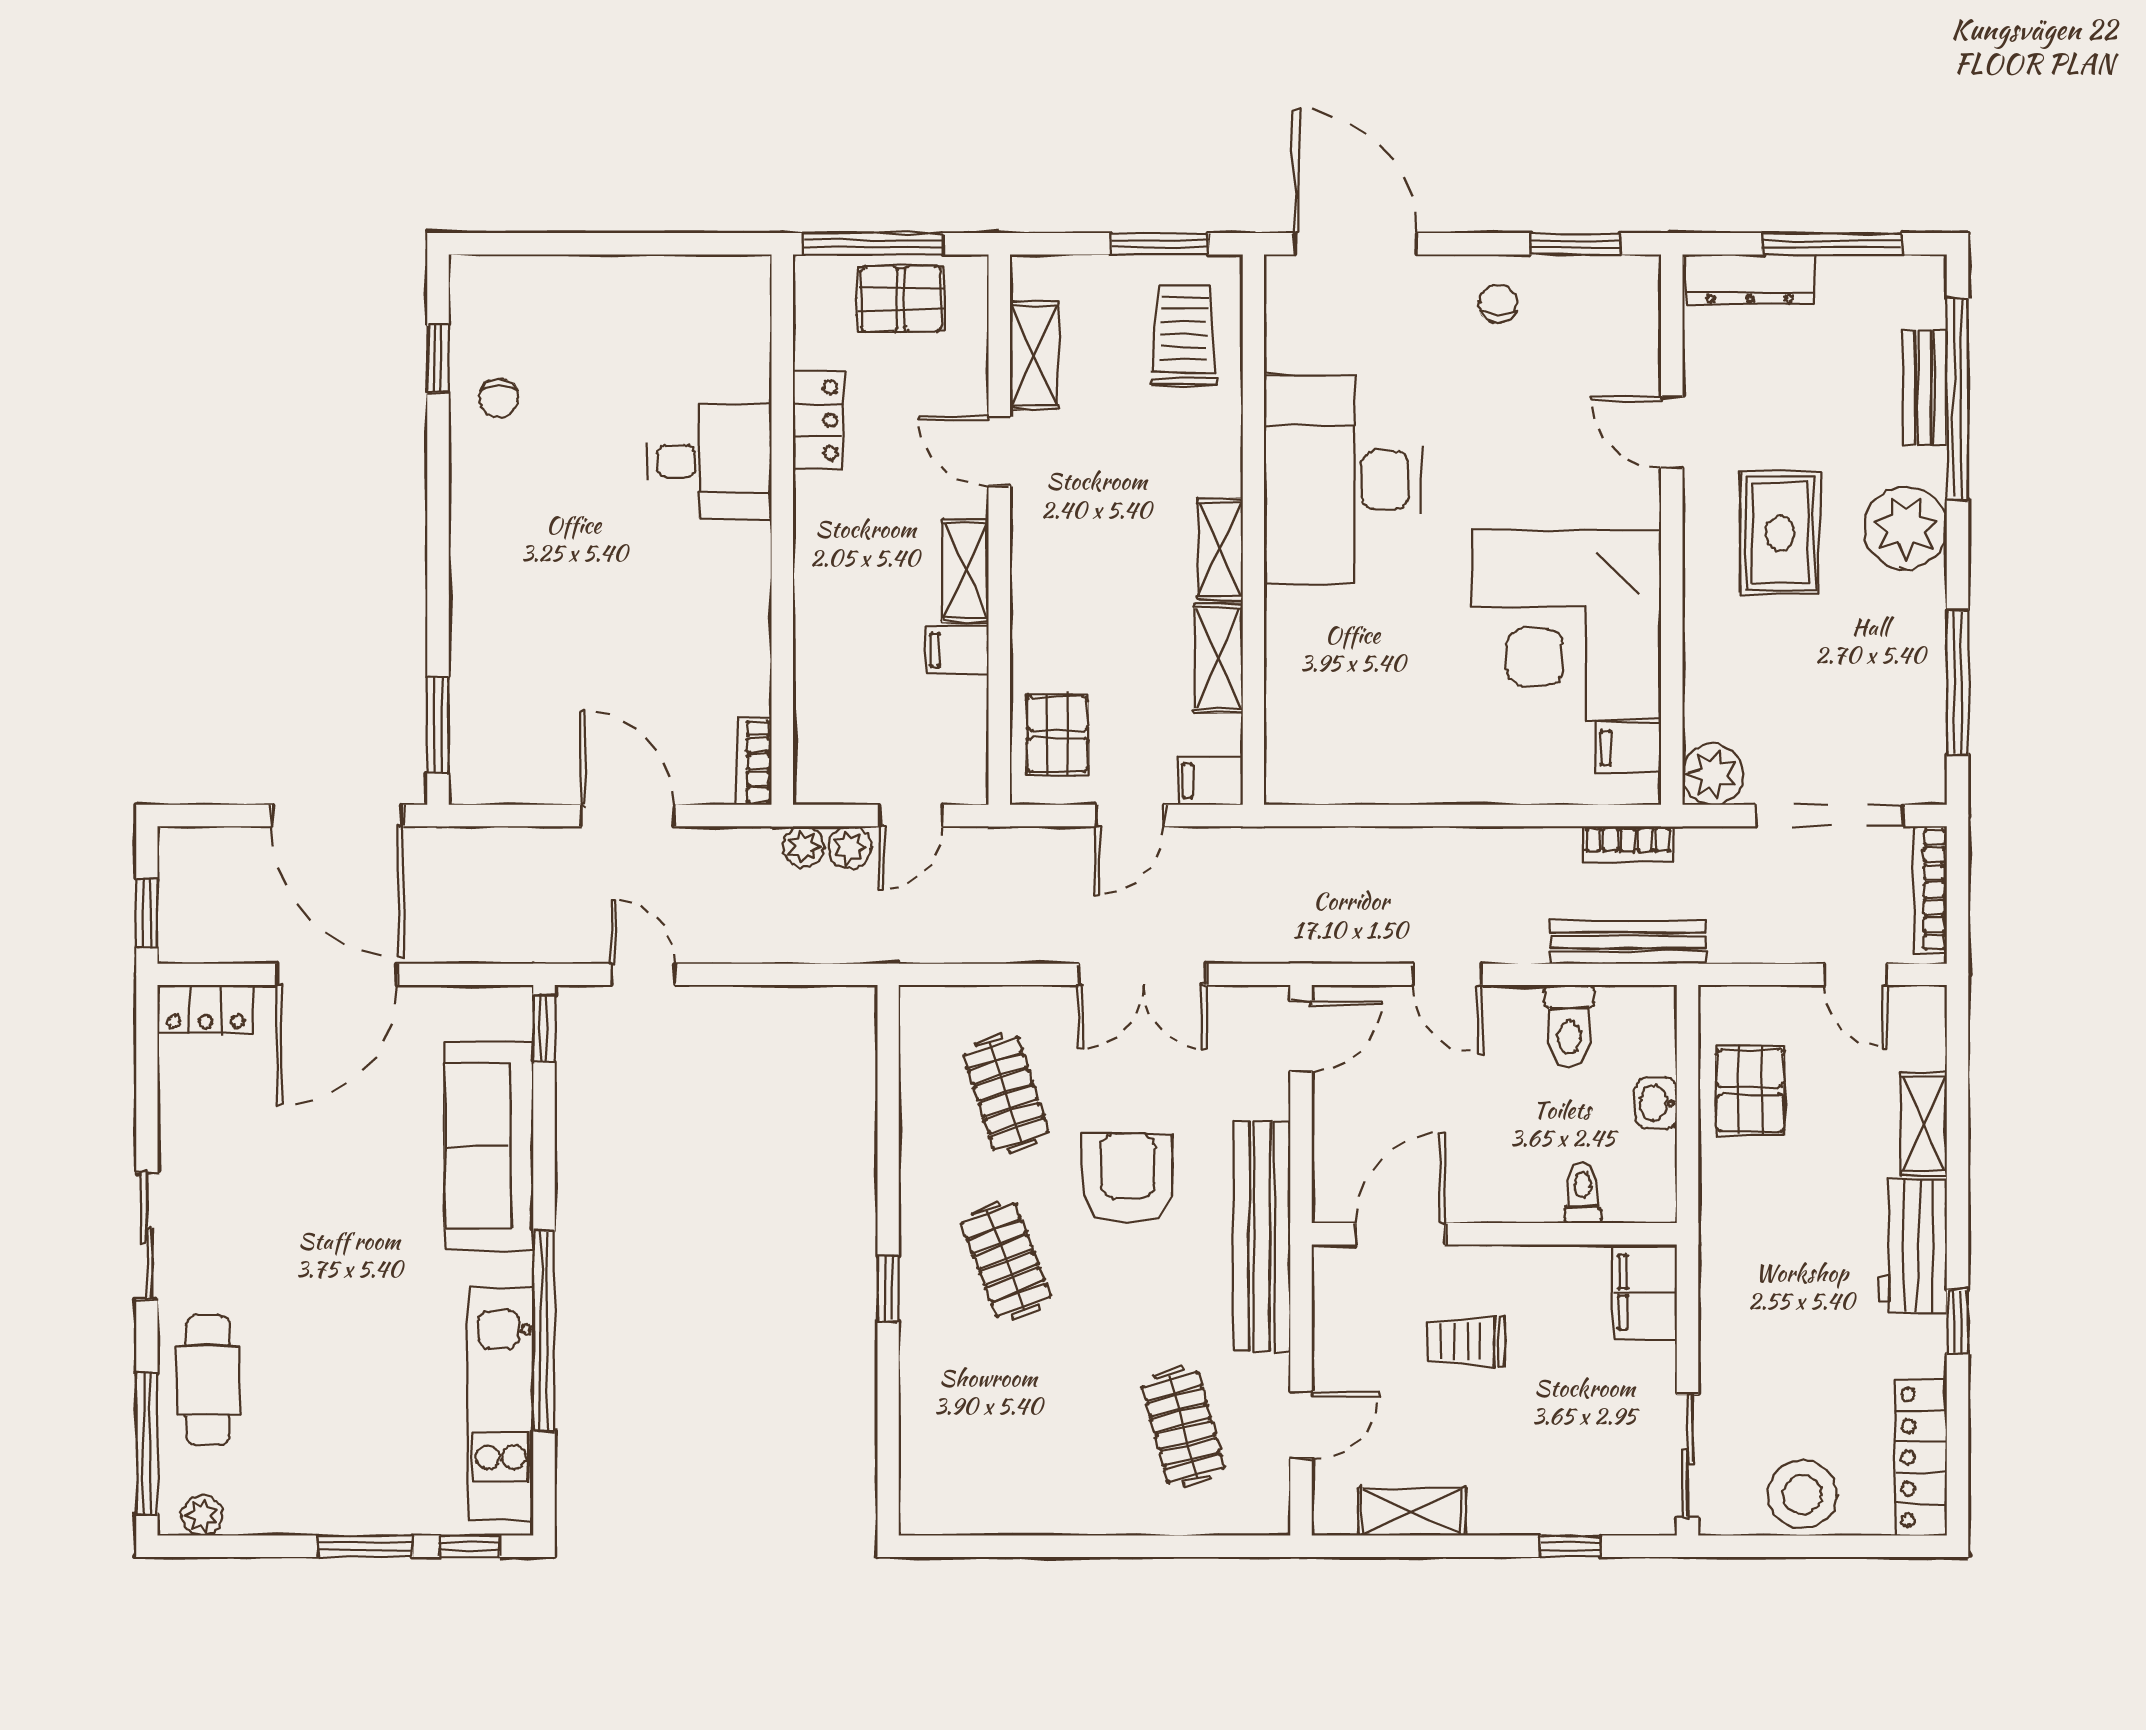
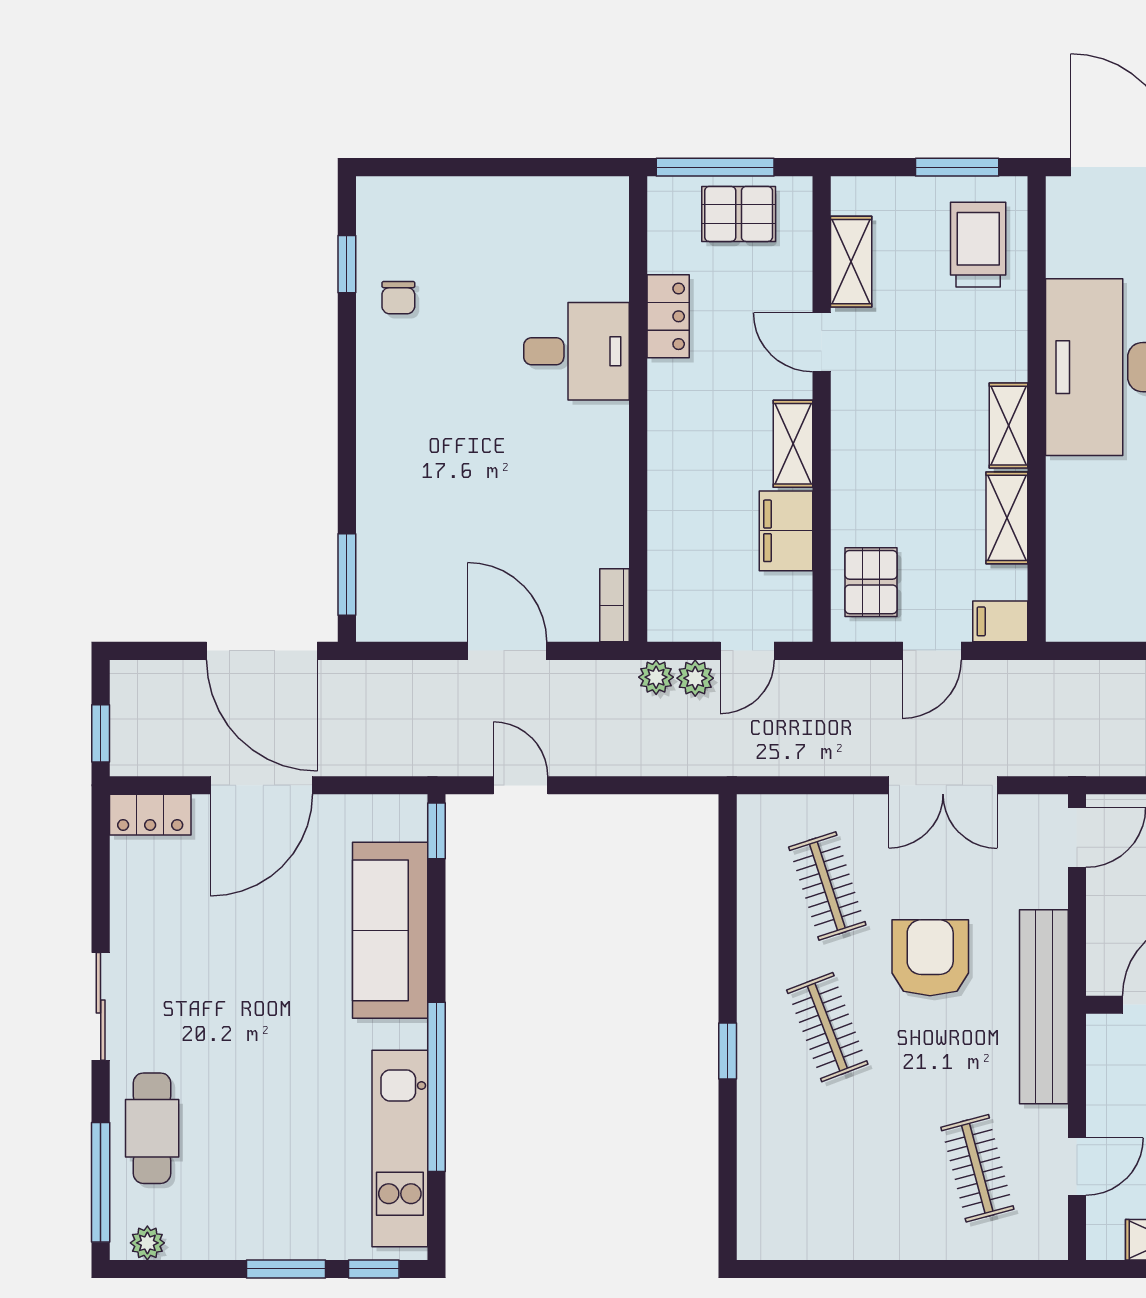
filing cabinet: (957, 650) -> (786, 531), width x2.00

